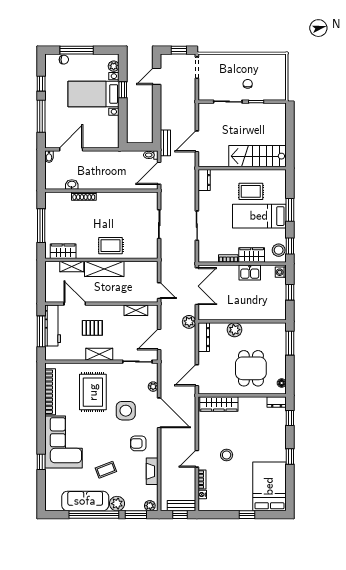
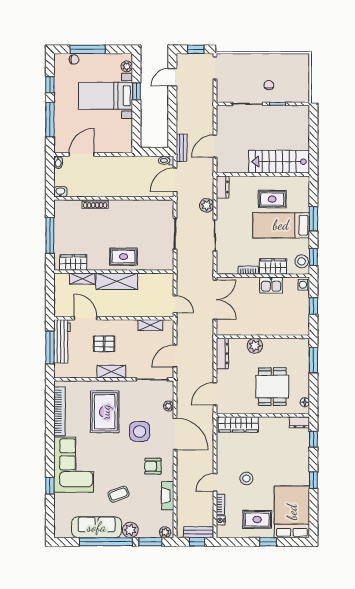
washbasin: (72, 185) -> (60, 192), moved
plant: (189, 322) -> (207, 205), moved
rug: (237, 494) -> (257, 519), added

